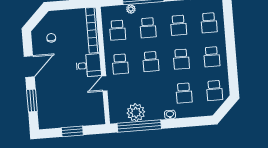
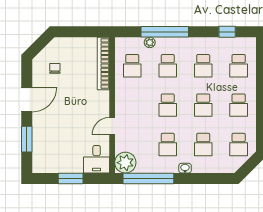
school desk: (120, 64) -> (168, 145), moved
desk: (89, 65) -> (97, 159), moved, turned 90
plant: (136, 112) -> (125, 163), moved

